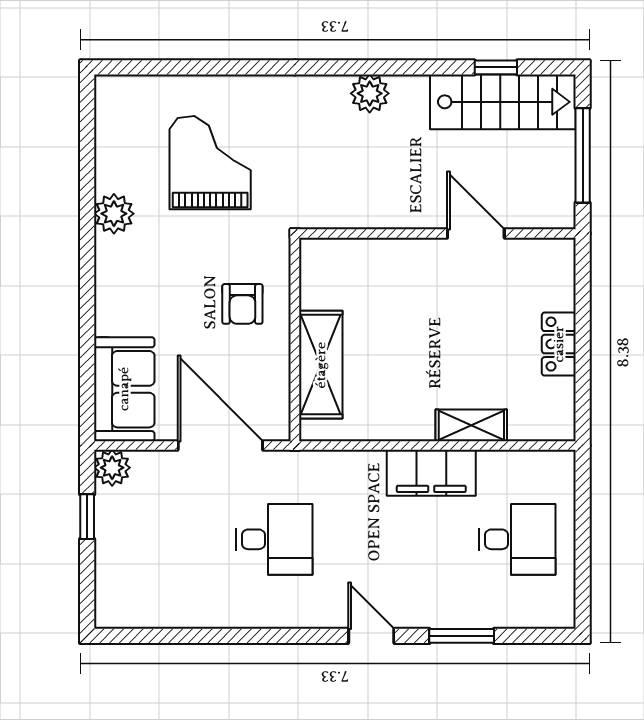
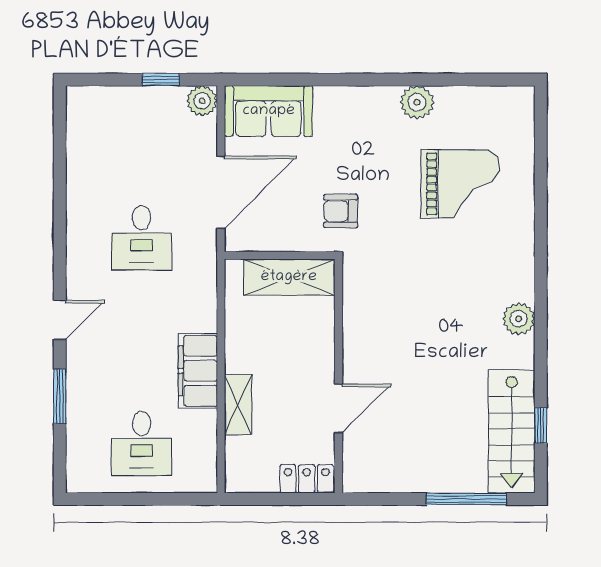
wall: (437, 234) -> (338, 376), moved
door: (476, 234) -> (338, 408), moved

